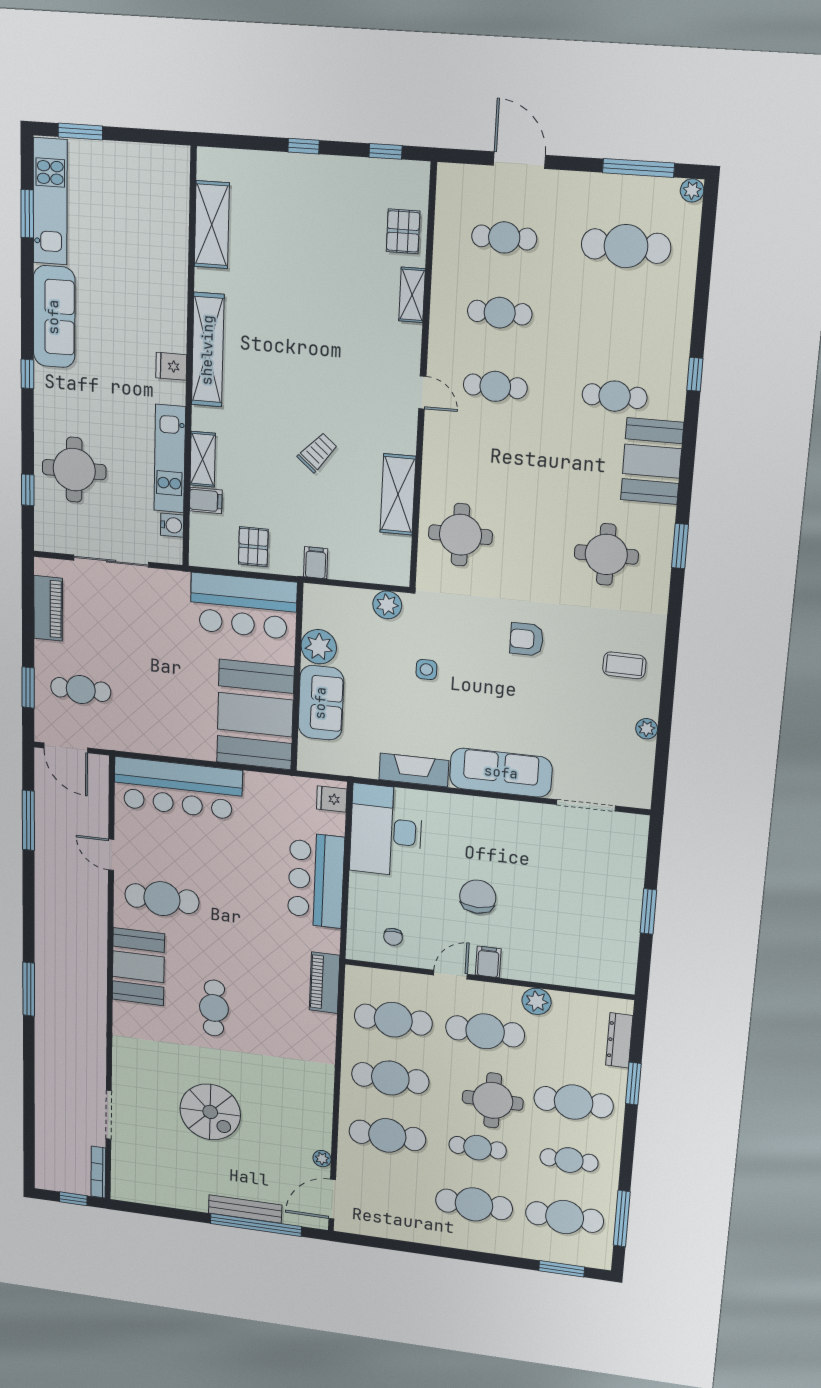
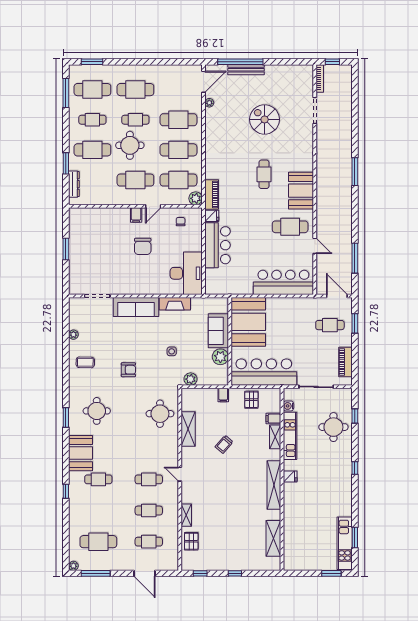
sofa: (54, 317) -> (343, 494), removed
bar counter: (243, 606) -> (264, 372), width x1.36
fridge: (332, 799) -> (212, 216), moved
plant: (537, 1001) -> (196, 198), moved

